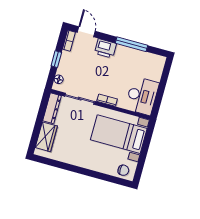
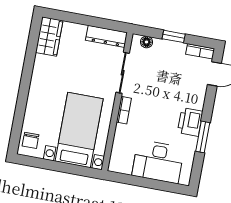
window: (132, 44) -> (203, 137), width x0.69
printer: (105, 48) -> (190, 122), moved
desk: (142, 96) -> (158, 162), moved
wardrobe: (46, 137) -> (49, 37), moved, turned -90

